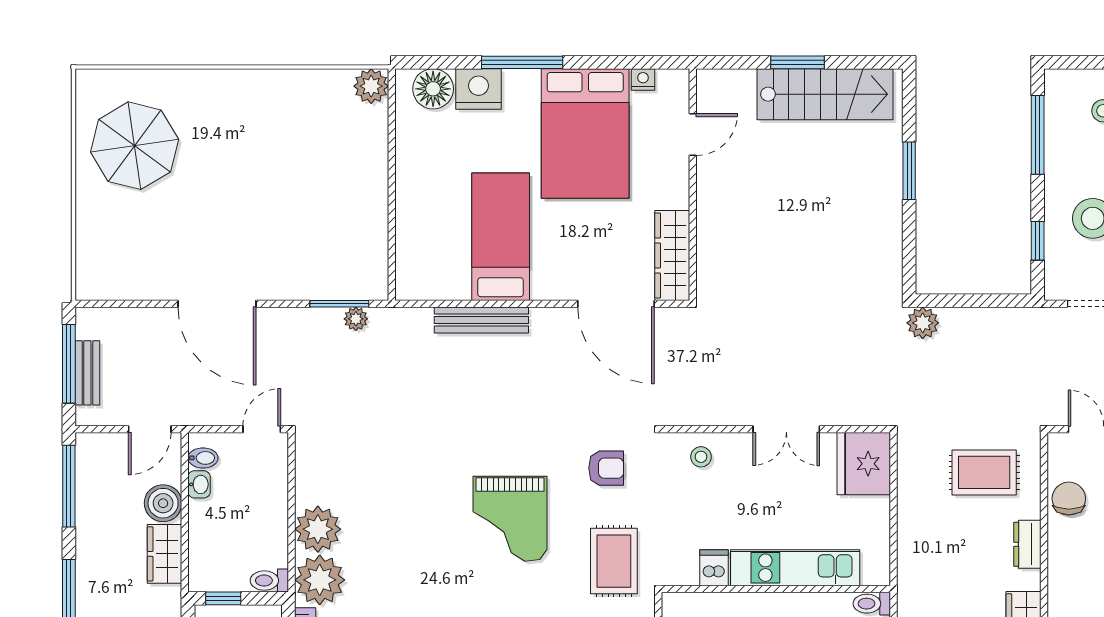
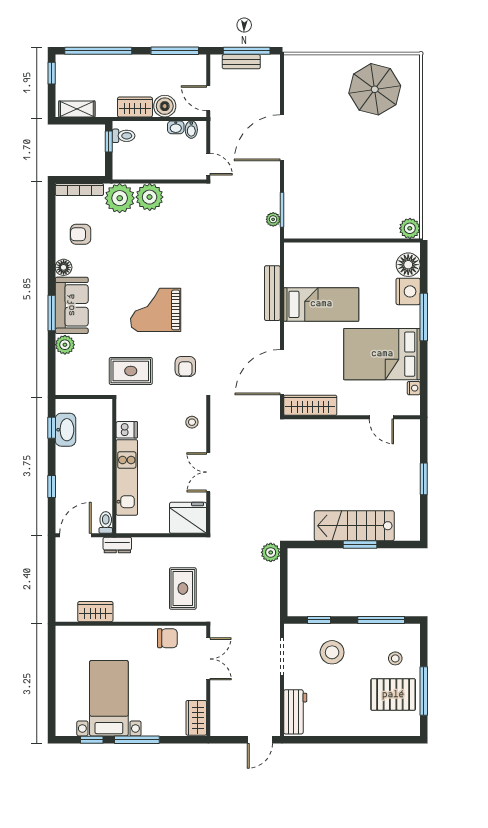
stairs: (825, 94) -> (354, 526), moved, turned 90
dresser: (1027, 544) -> (117, 545), moved, turned 180
toilet: (269, 581) -> (124, 136), moved, turned 90

